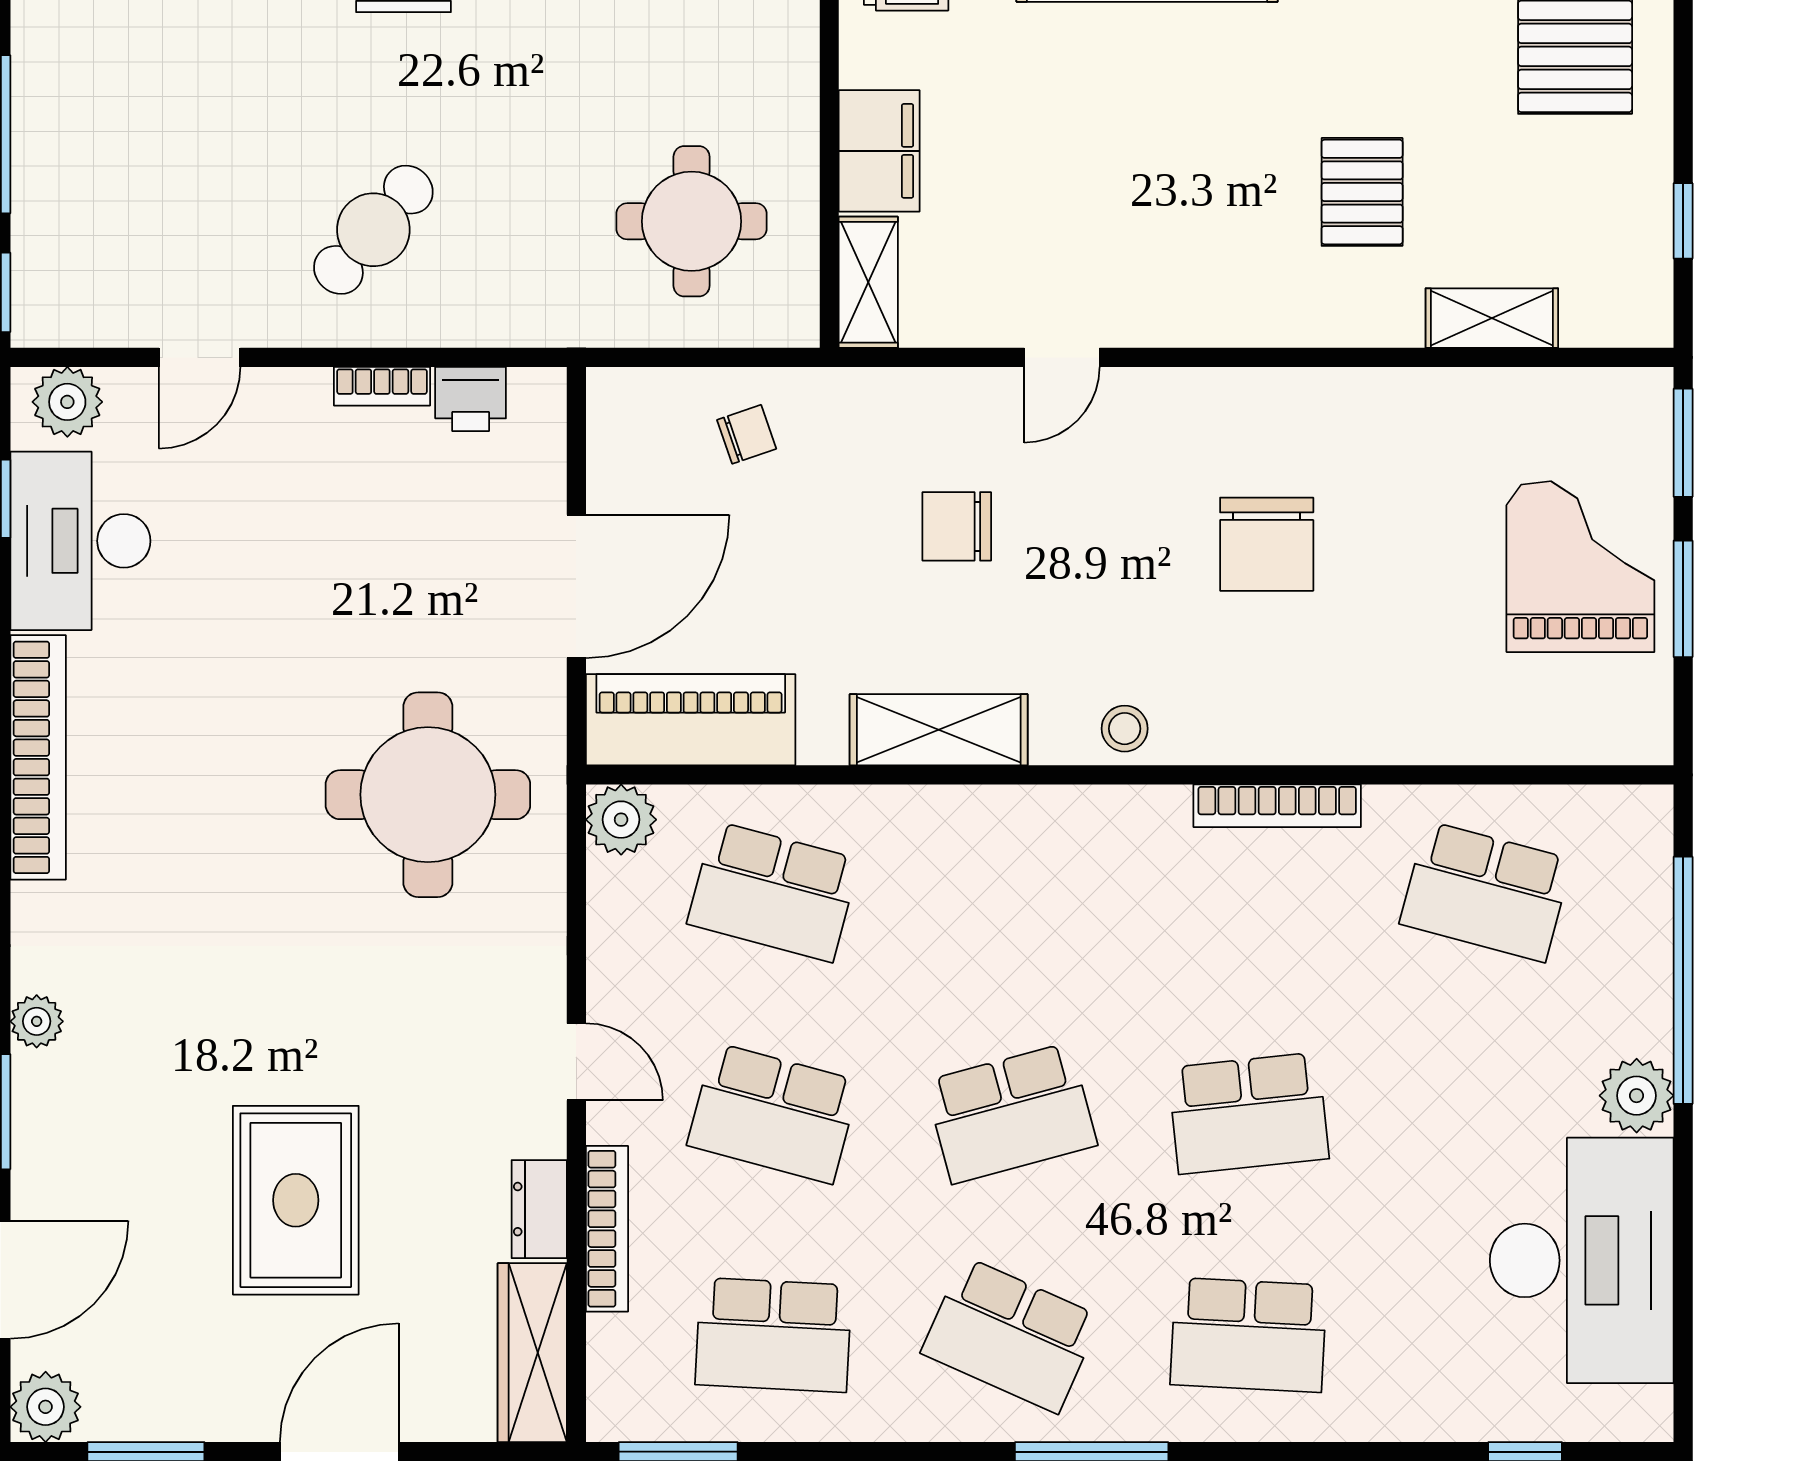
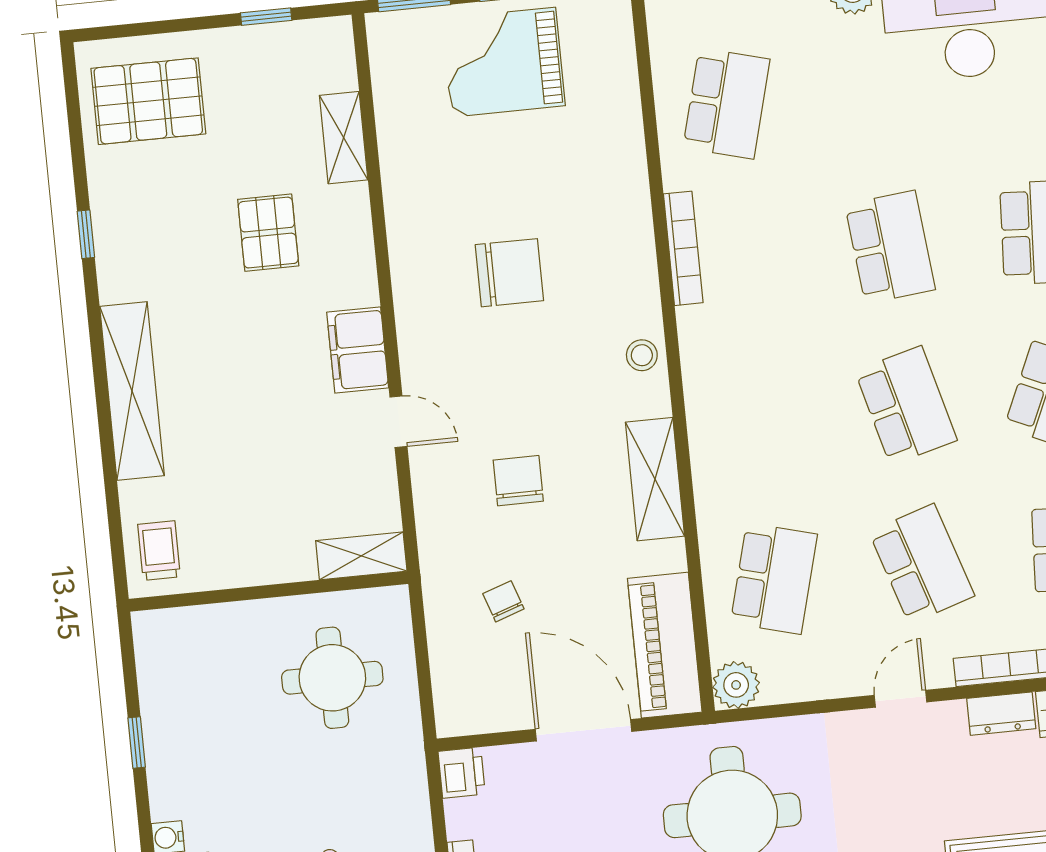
filing cabinet: (879, 151) -> (358, 350), moved, turned -90
pallet: (1362, 192) -> (268, 233), turned 90
printer: (471, 399) -> (462, 773), moved
chair: (747, 434) -> (503, 601), moved
chair: (957, 526) -> (518, 481), turned 180
school desk: (773, 1113) -> (922, 564), turned -33

